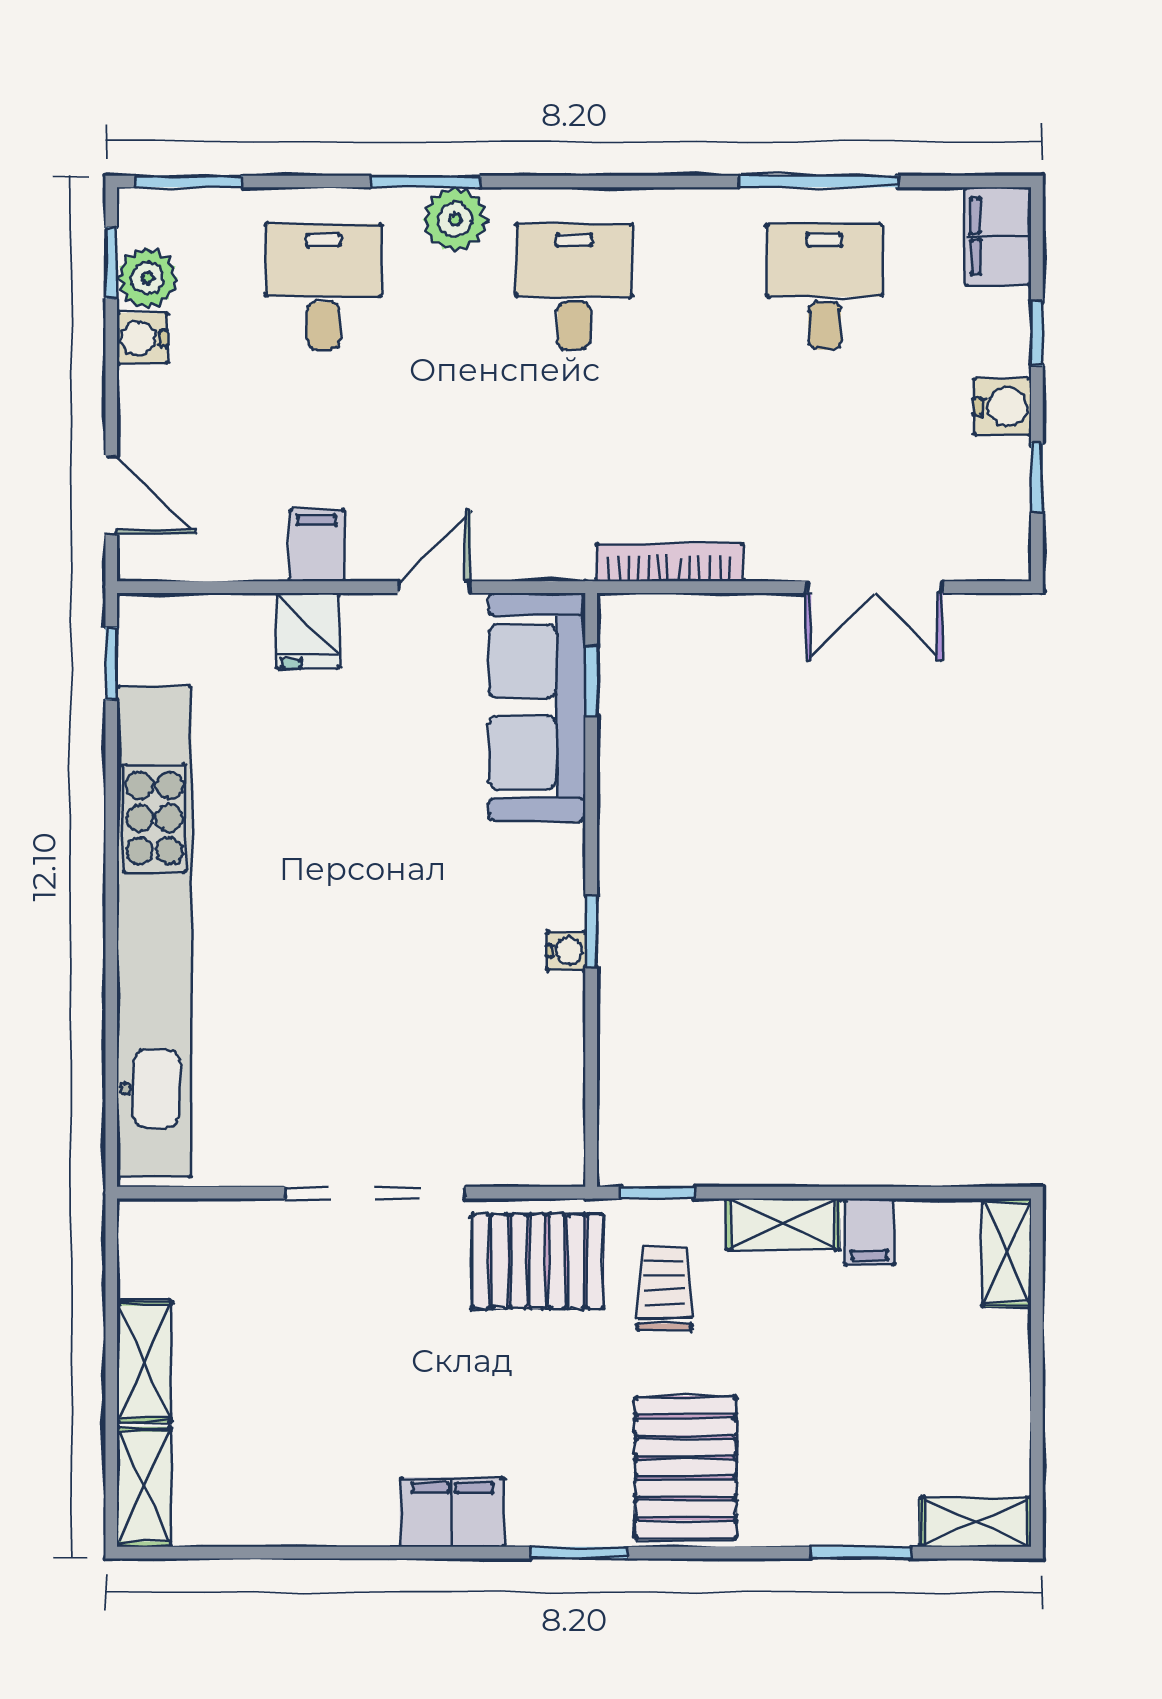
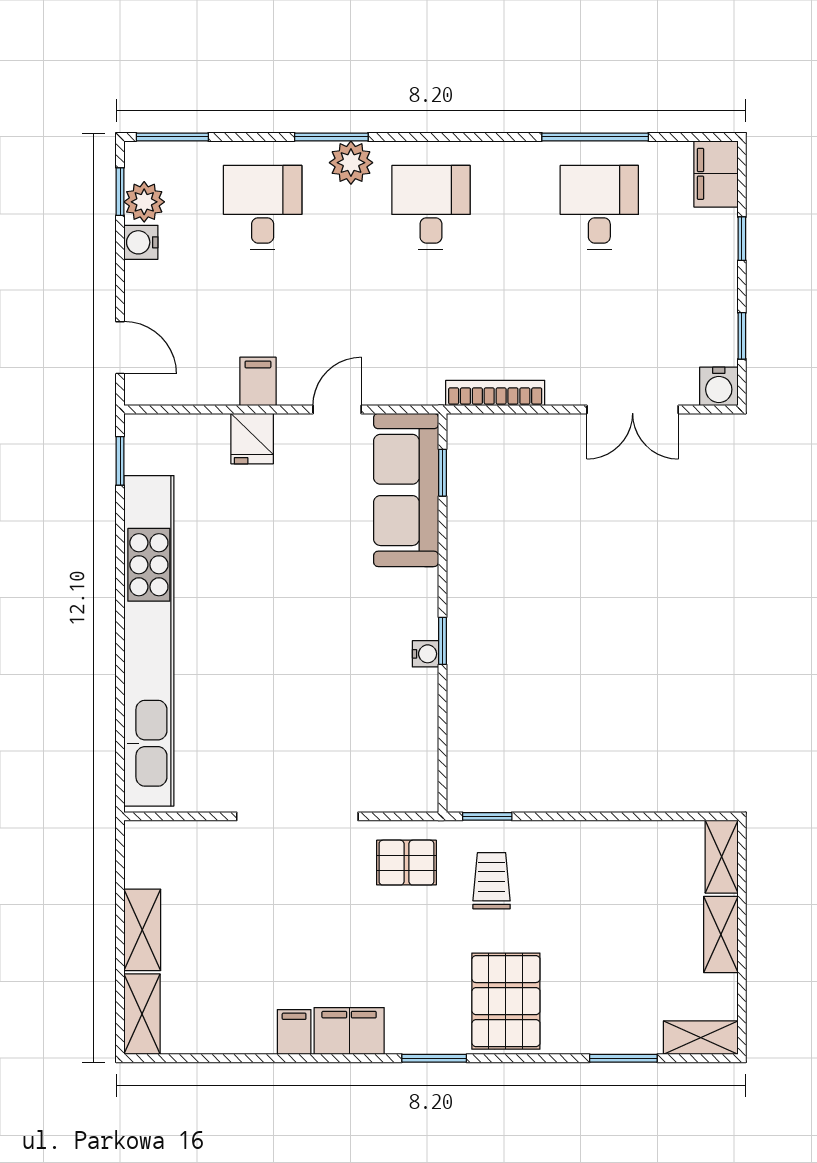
water cooler: (1002, 407) -> (719, 386), moved, turned 90
shelving: (783, 1224) -> (721, 934), moved, turned 90
filing cabinet: (869, 1232) -> (294, 1032), moved, turned 180
pallet: (538, 1261) -> (406, 863), width x0.67, depth x0.71

